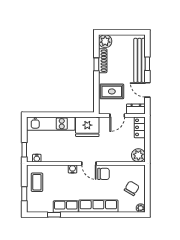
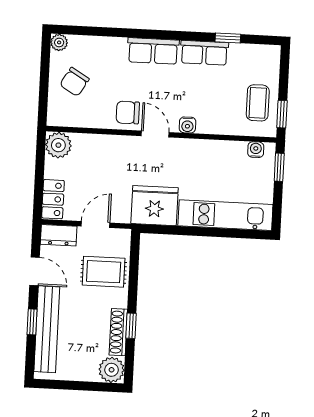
window: (24, 194) -> (282, 114), moved
row of seats: (98, 206) -> (153, 51), width x0.68

